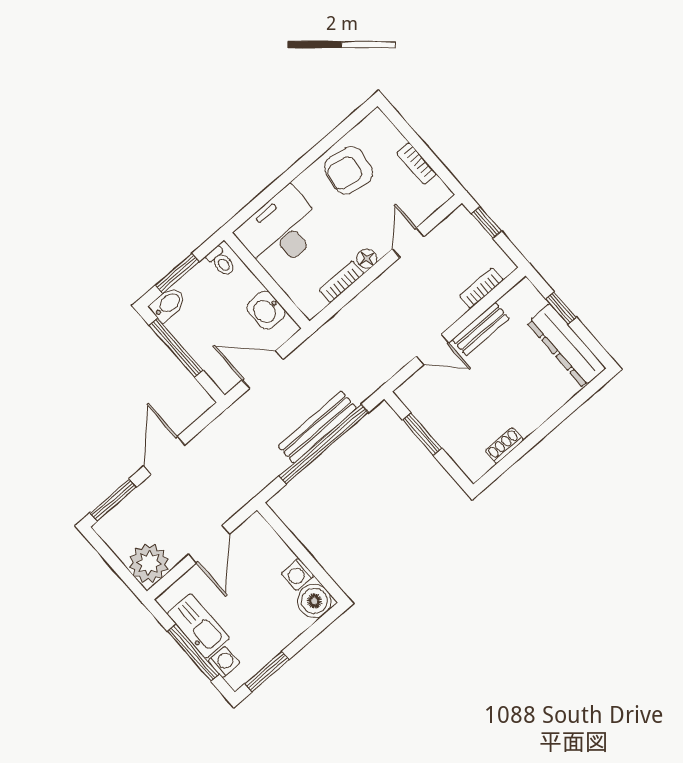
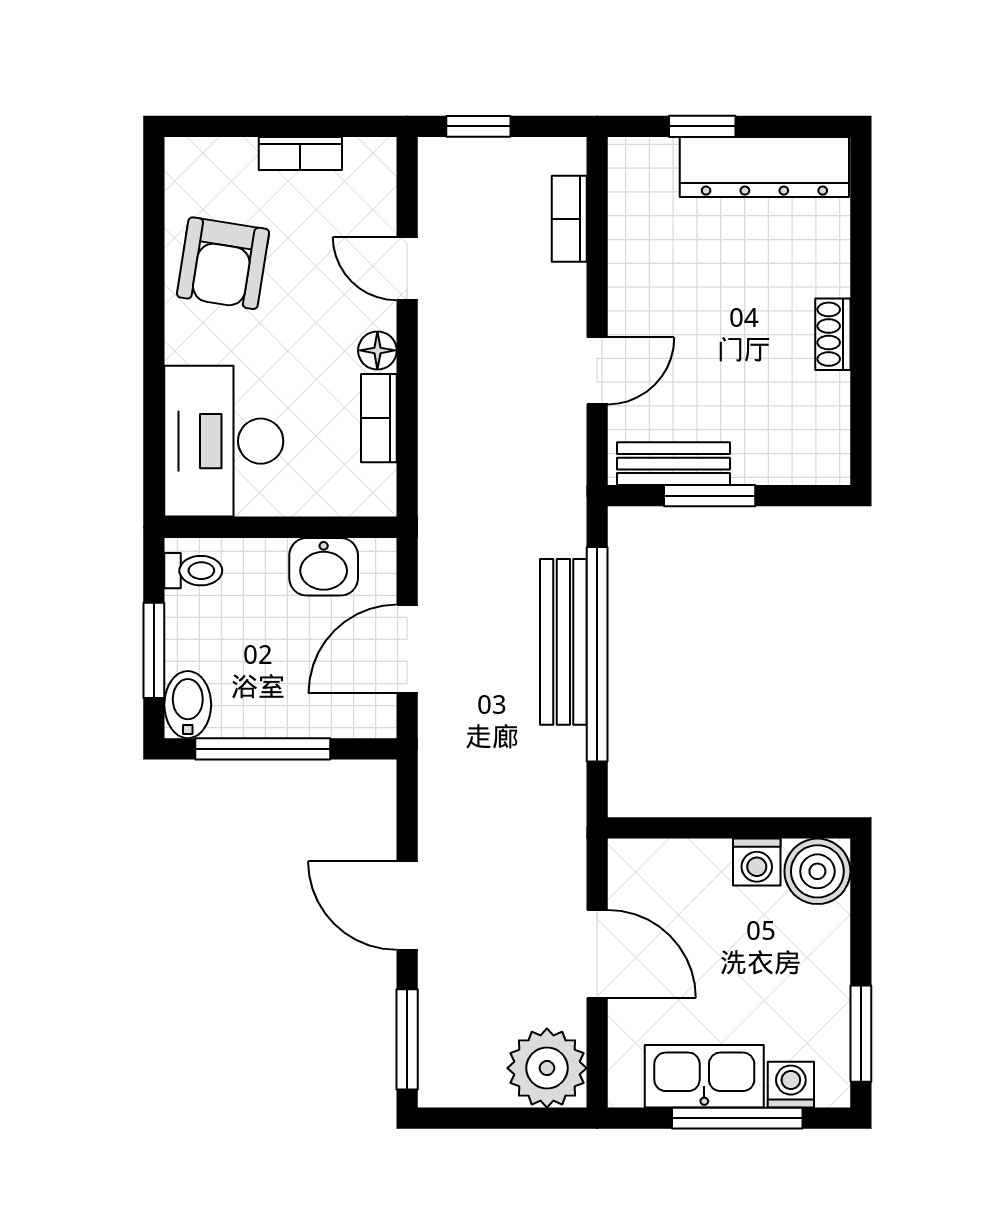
bench: (481, 329) -> (674, 464), moved, turned 90
shoe rack: (504, 446) -> (833, 334), moved

